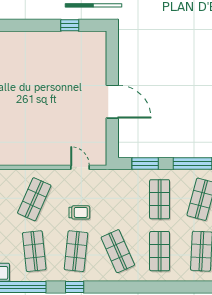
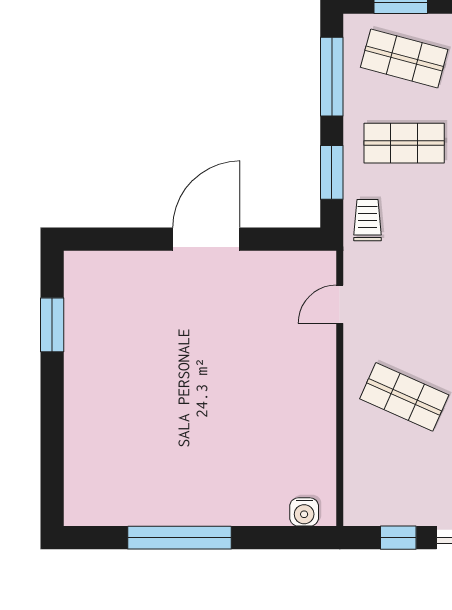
window: (70, 25) -> (52, 325), width x1.50
trolley: (79, 212) -> (368, 220), moved

